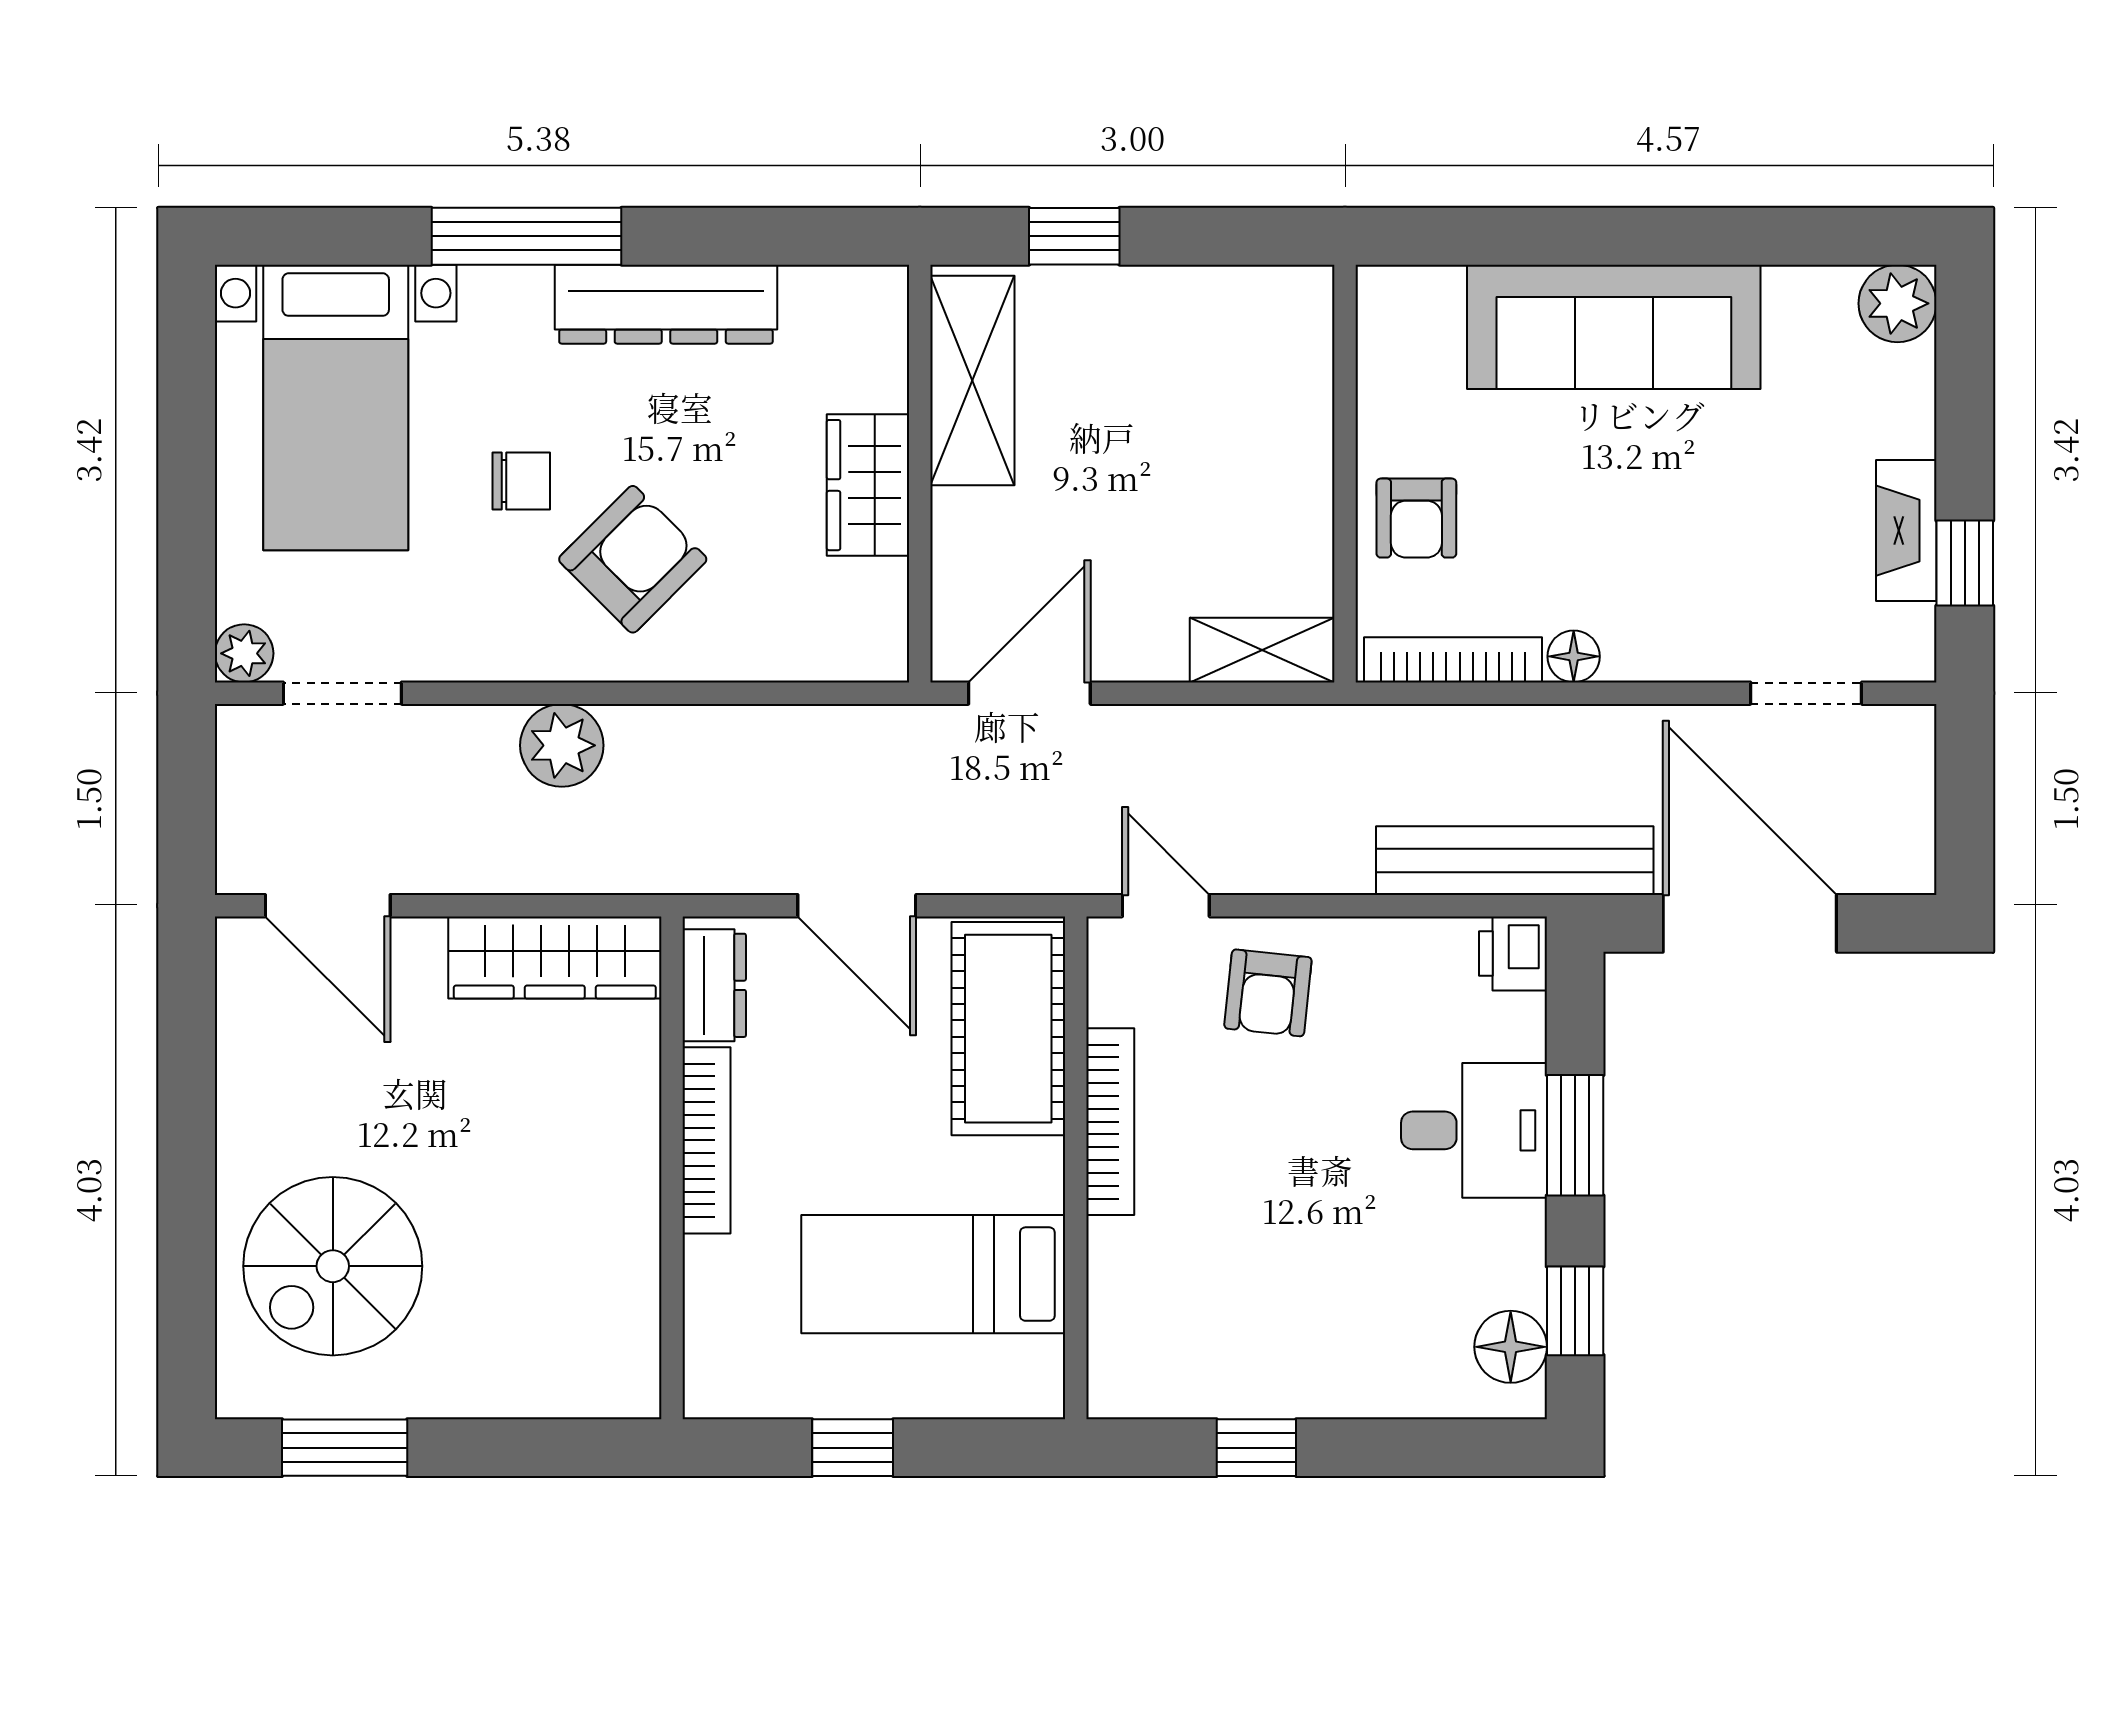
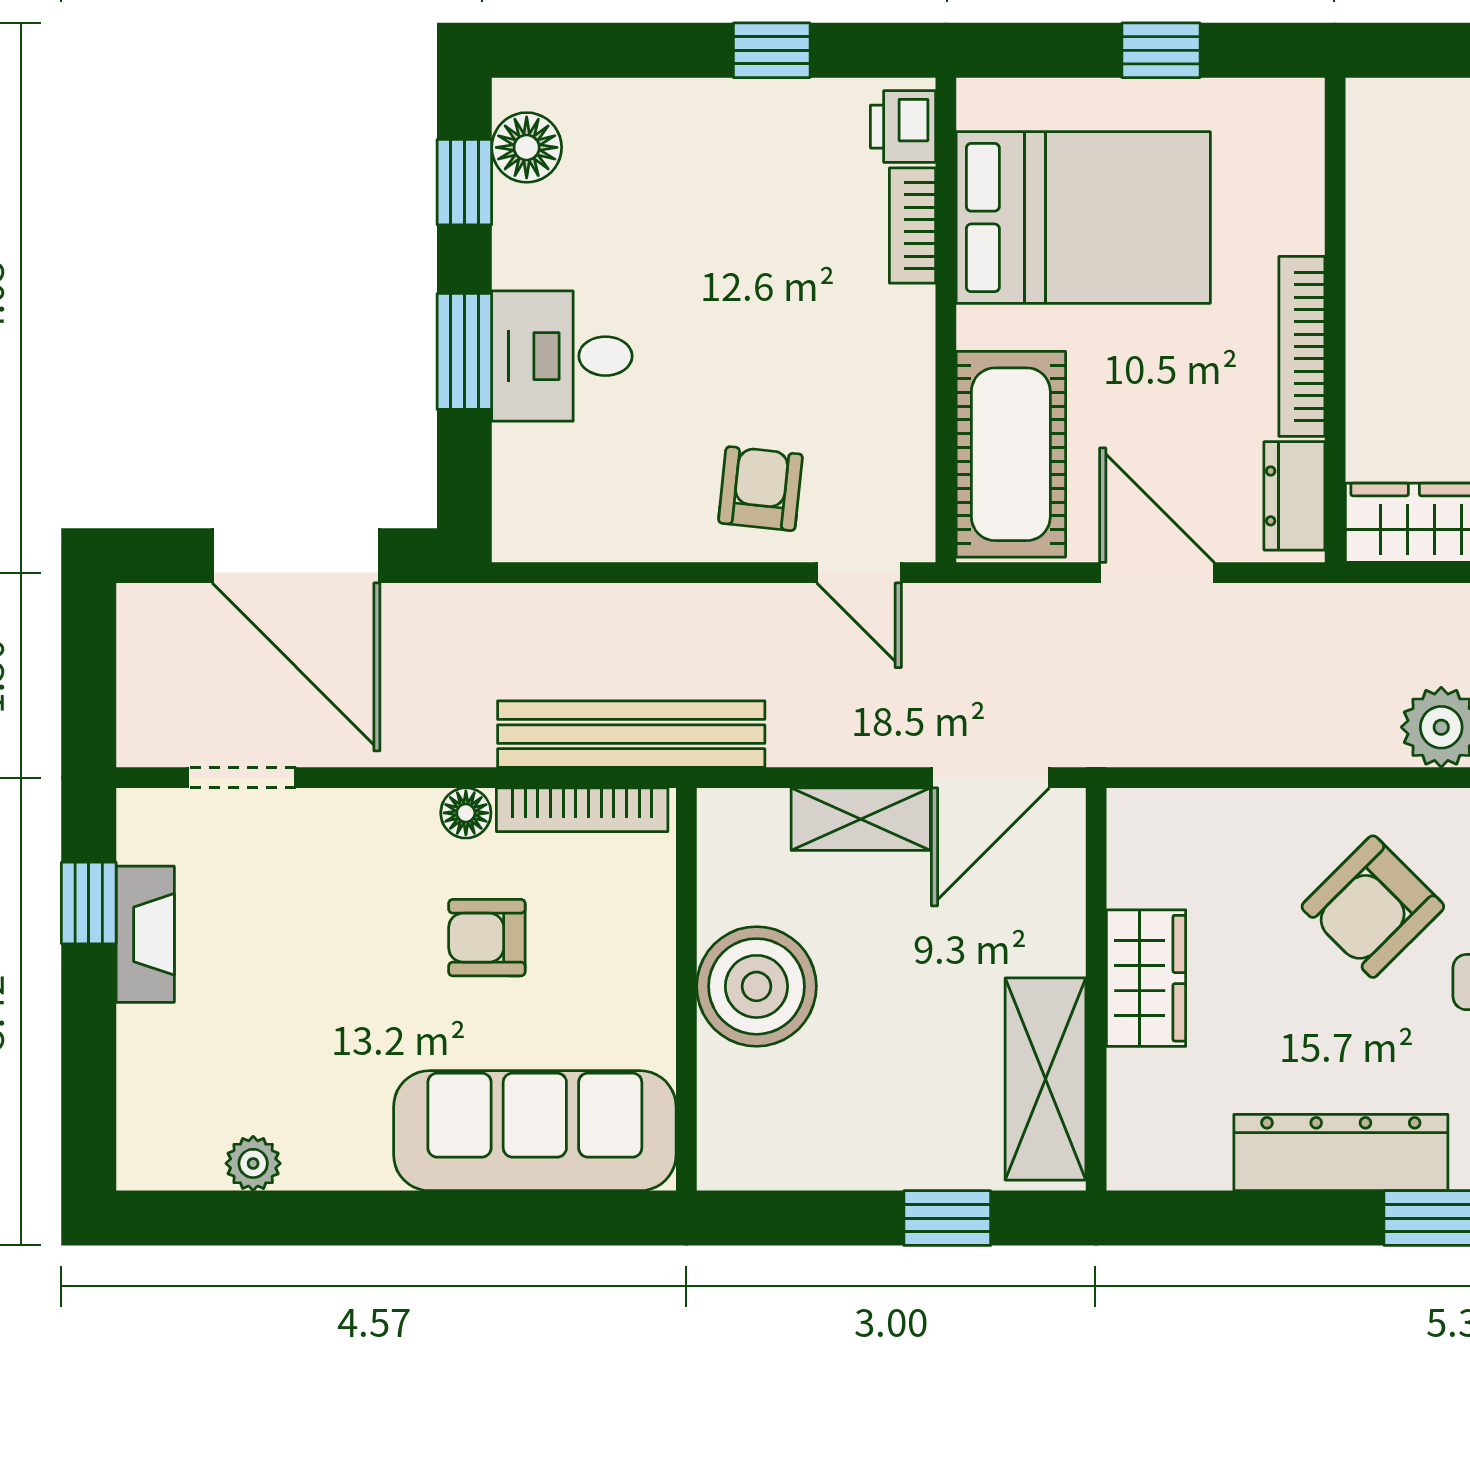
plant: (1897, 303) -> (253, 1163), moved, width x0.73, depth x0.73
sofa: (1614, 327) -> (535, 1131), moved
boiler: (1272, 476) -> (756, 986), added
armchair: (1416, 518) -> (487, 938), moved, turned -90
shelving: (1262, 650) -> (861, 819), moved
bench: (1515, 861) -> (631, 734), moved
printer: (1513, 953) -> (903, 127), moved, turned 180
bookcase: (1110, 1122) -> (913, 226), moved, width x0.64
bed: (933, 1274) -> (1083, 218), width x1.50

